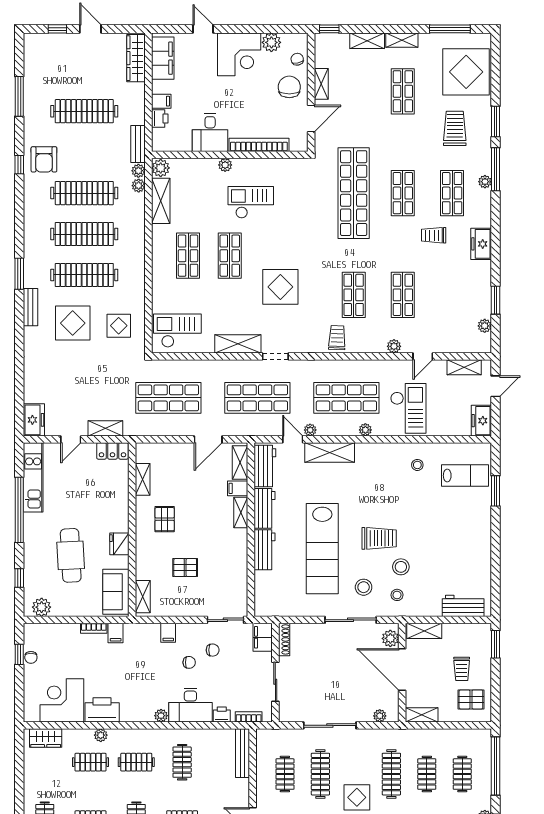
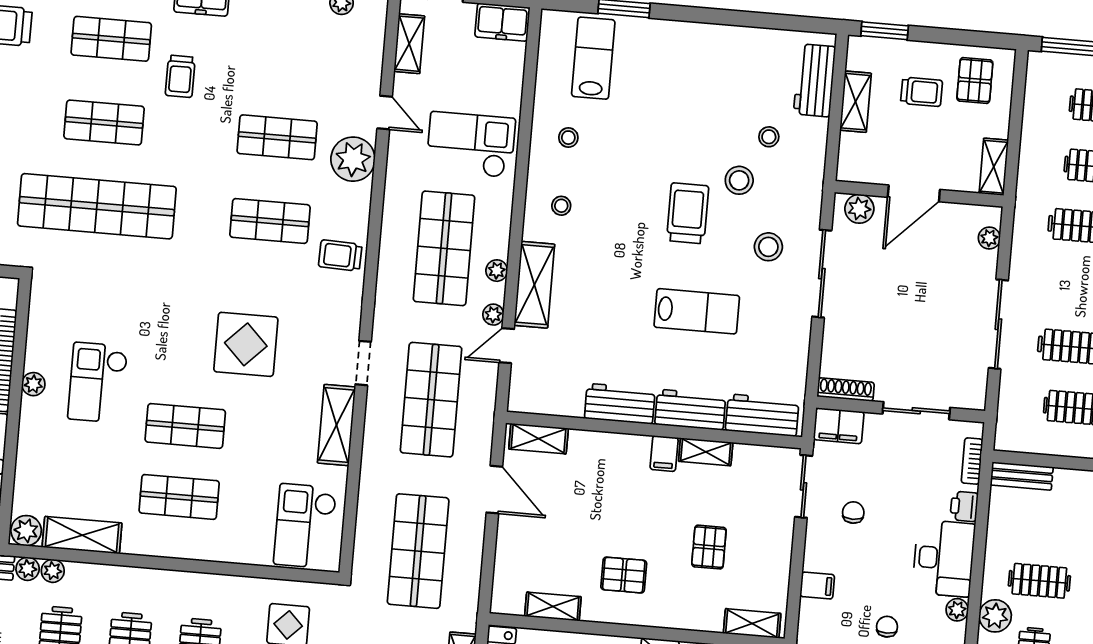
plant: (225, 165) -> (33, 384), moved
plant: (394, 346) -> (353, 159), width x1.87, depth x1.87
plant: (365, 430) -> (497, 271), moved
stool: (377, 464) -> (561, 206), added
workbench: (265, 466) -> (762, 415), moved
filing cabinet: (238, 488) -> (664, 453), moved
shelving: (241, 512) -> (706, 452), moved
lab bench: (322, 549) -> (697, 311), width x0.54, depth x0.72
stool: (397, 595) -> (769, 137), moved
shelving: (424, 631) -> (856, 102), moved
chair: (189, 662) -> (887, 627), moved
door: (402, 669) -> (914, 193), width x0.73
plant: (159, 738) -> (995, 616), added
bench: (242, 753) -> (1022, 476), width x0.73

